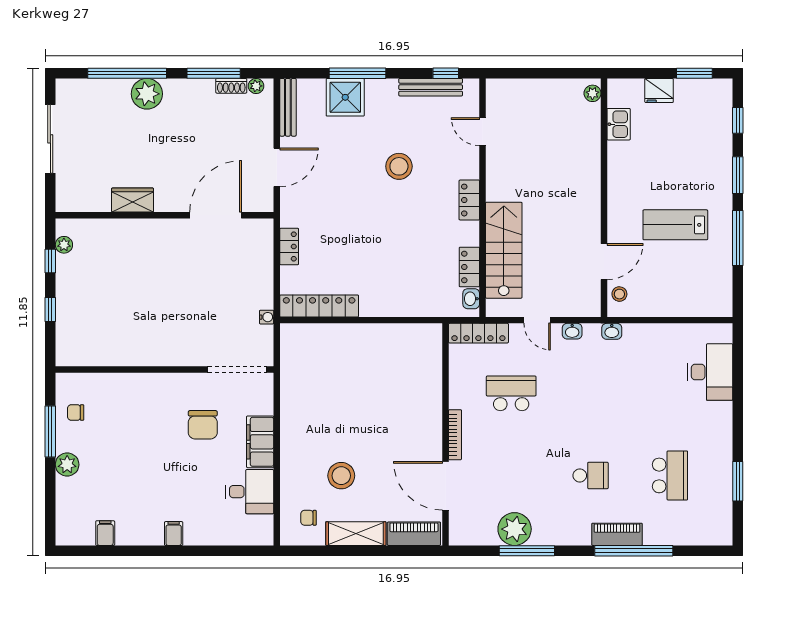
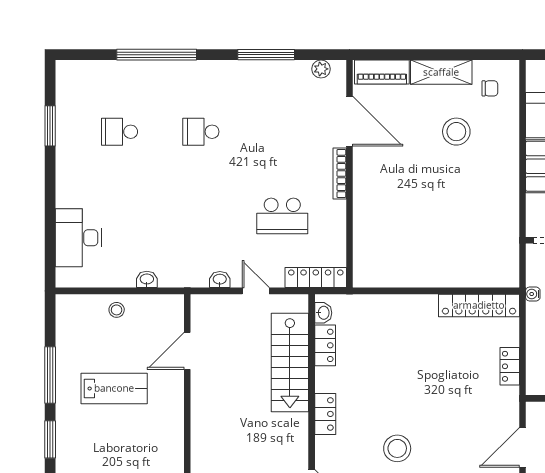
stool: (619, 294) -> (117, 310), moved
washbasin: (612, 331) -> (147, 279), moved
school desk: (670, 475) -> (120, 132), width x0.54
plant: (515, 529) -> (321, 69), moved, width x0.53, depth x0.53
piano: (617, 534) -> (174, 71), removed

